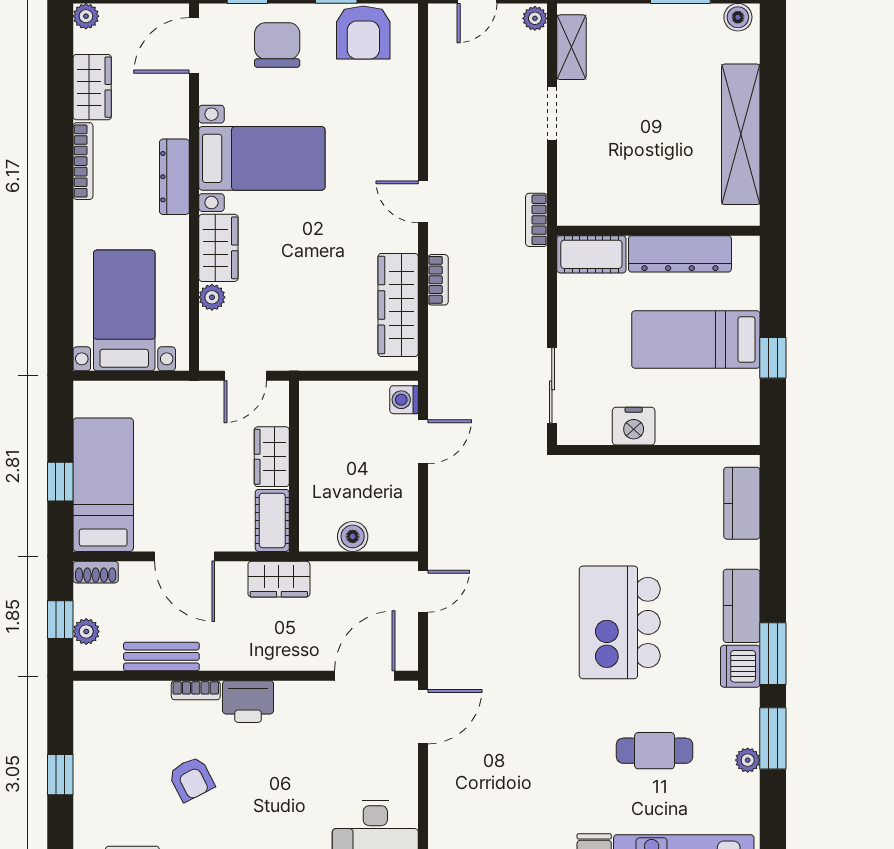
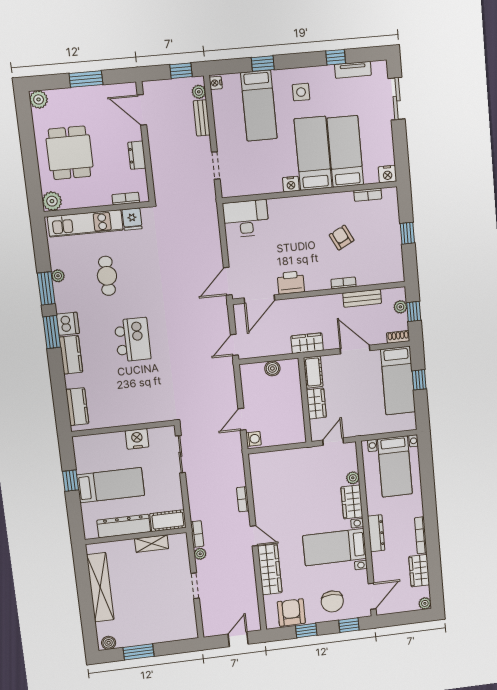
plant: (535, 18) -> (200, 554), moved
shelving: (571, 47) -> (152, 544), moved, turned 90
wardrobe: (398, 305) -> (270, 569), moved
kitchen island: (620, 622) -> (133, 340), width x0.73, depth x0.78
printer: (248, 702) -> (291, 283), moved
cafe table: (655, 751) -> (107, 276), turned 90

